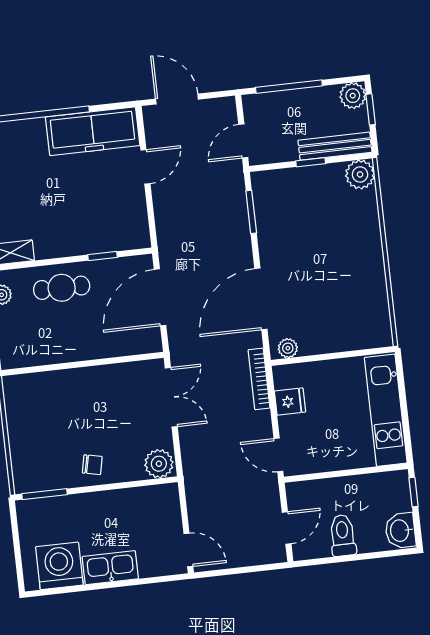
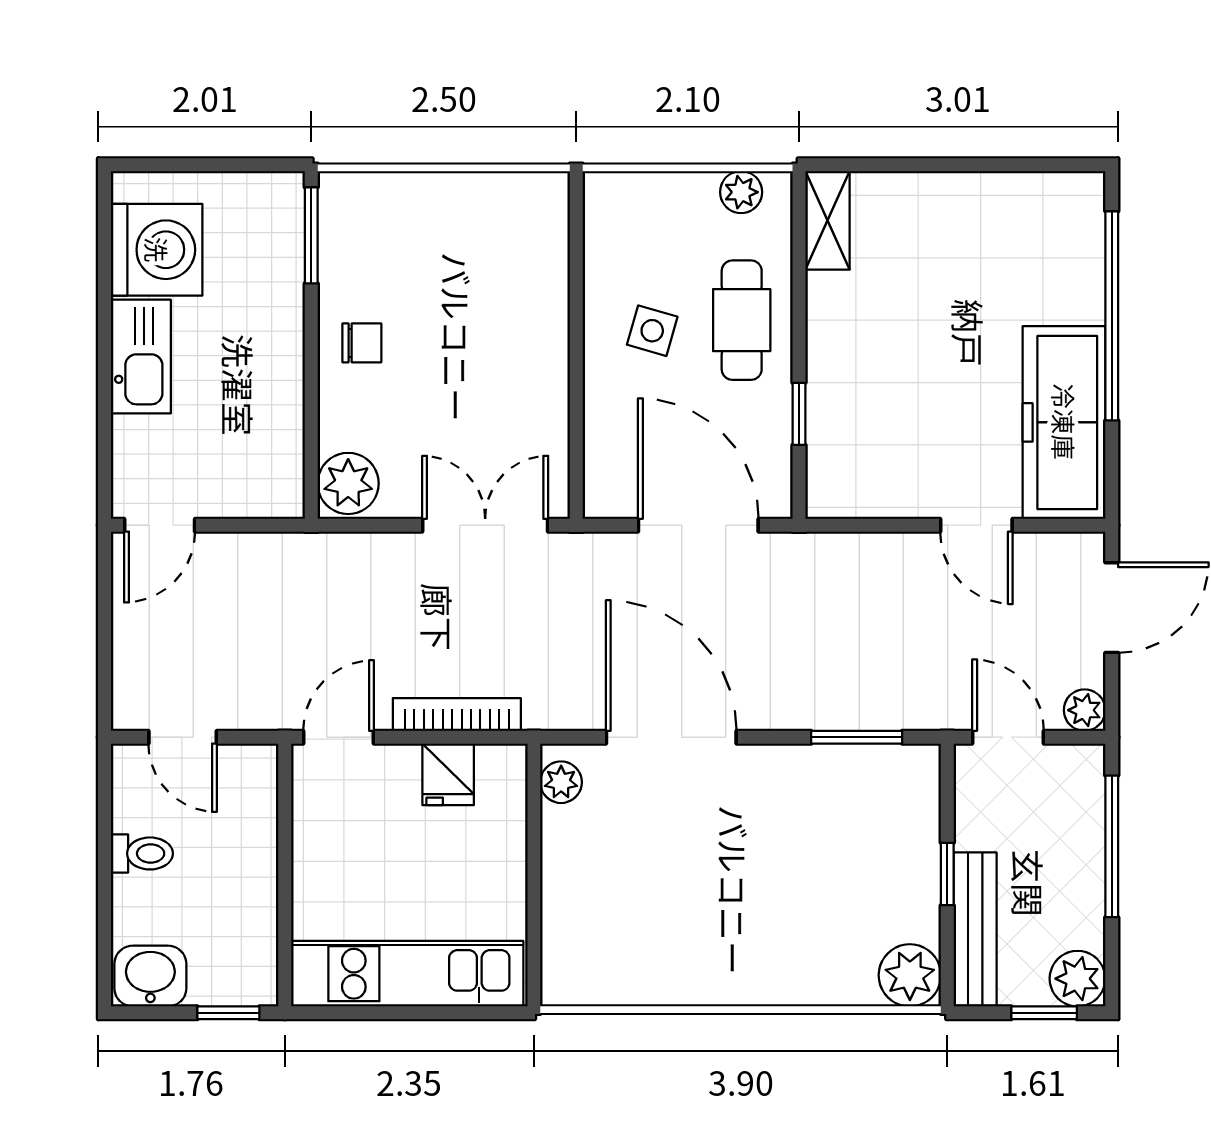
plant: (226, 106) -> (1085, 710), added
side table: (71, 329) -> (652, 331), added
bookcase: (259, 379) -> (457, 714), moved
double door: (171, 397) -> (485, 525), swing flipped
chair: (92, 465) -> (362, 343), turned -102
toilet: (343, 535) -> (142, 853), width x0.73, depth x0.72

